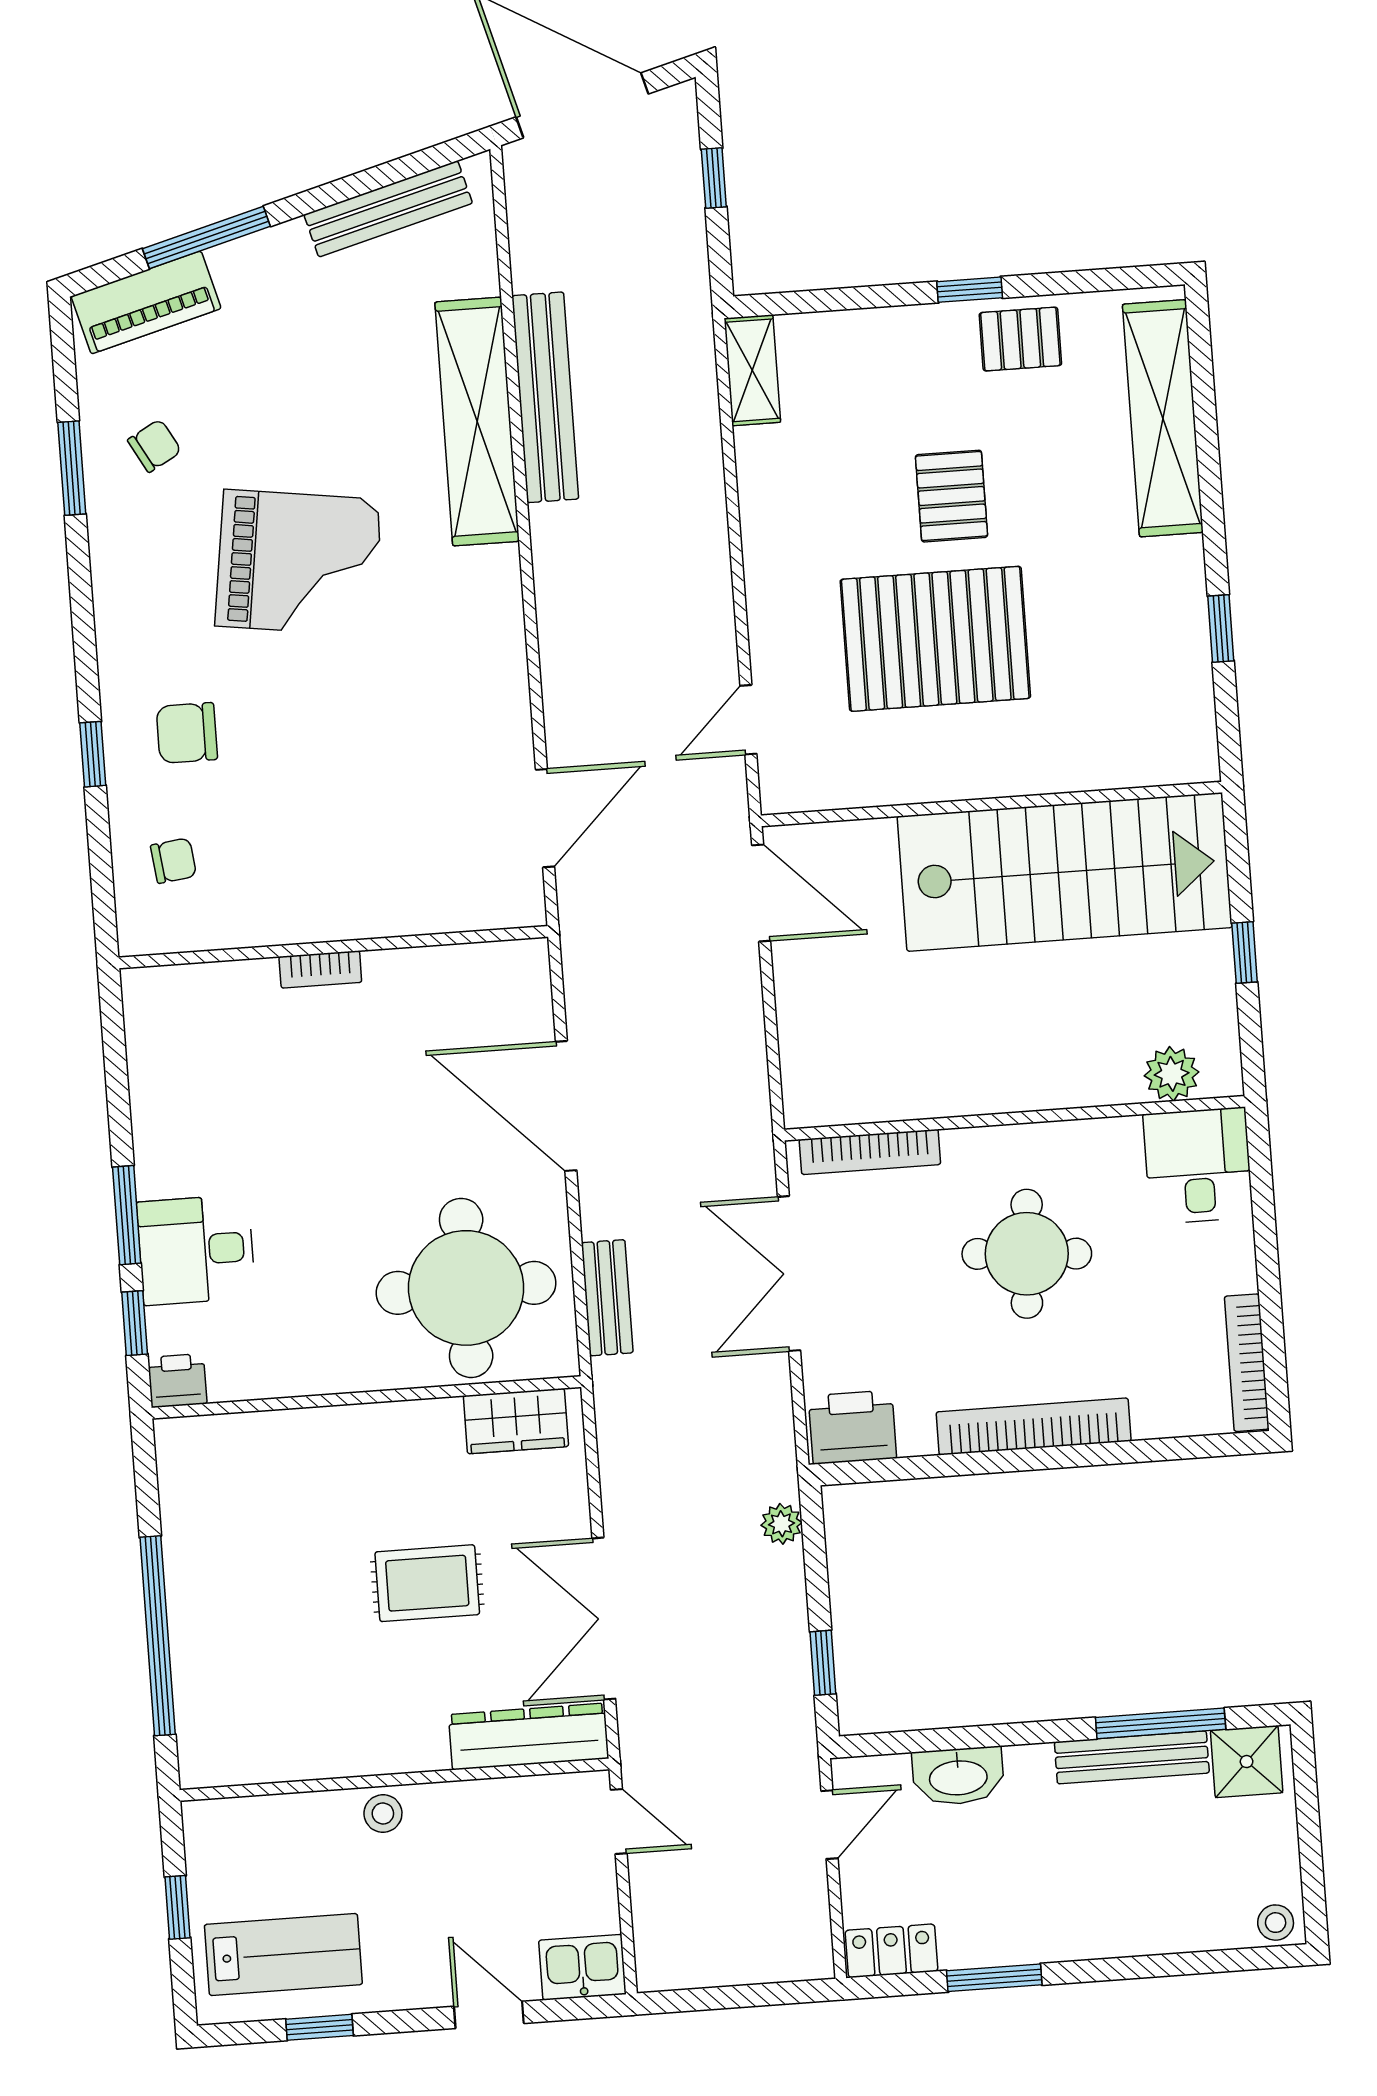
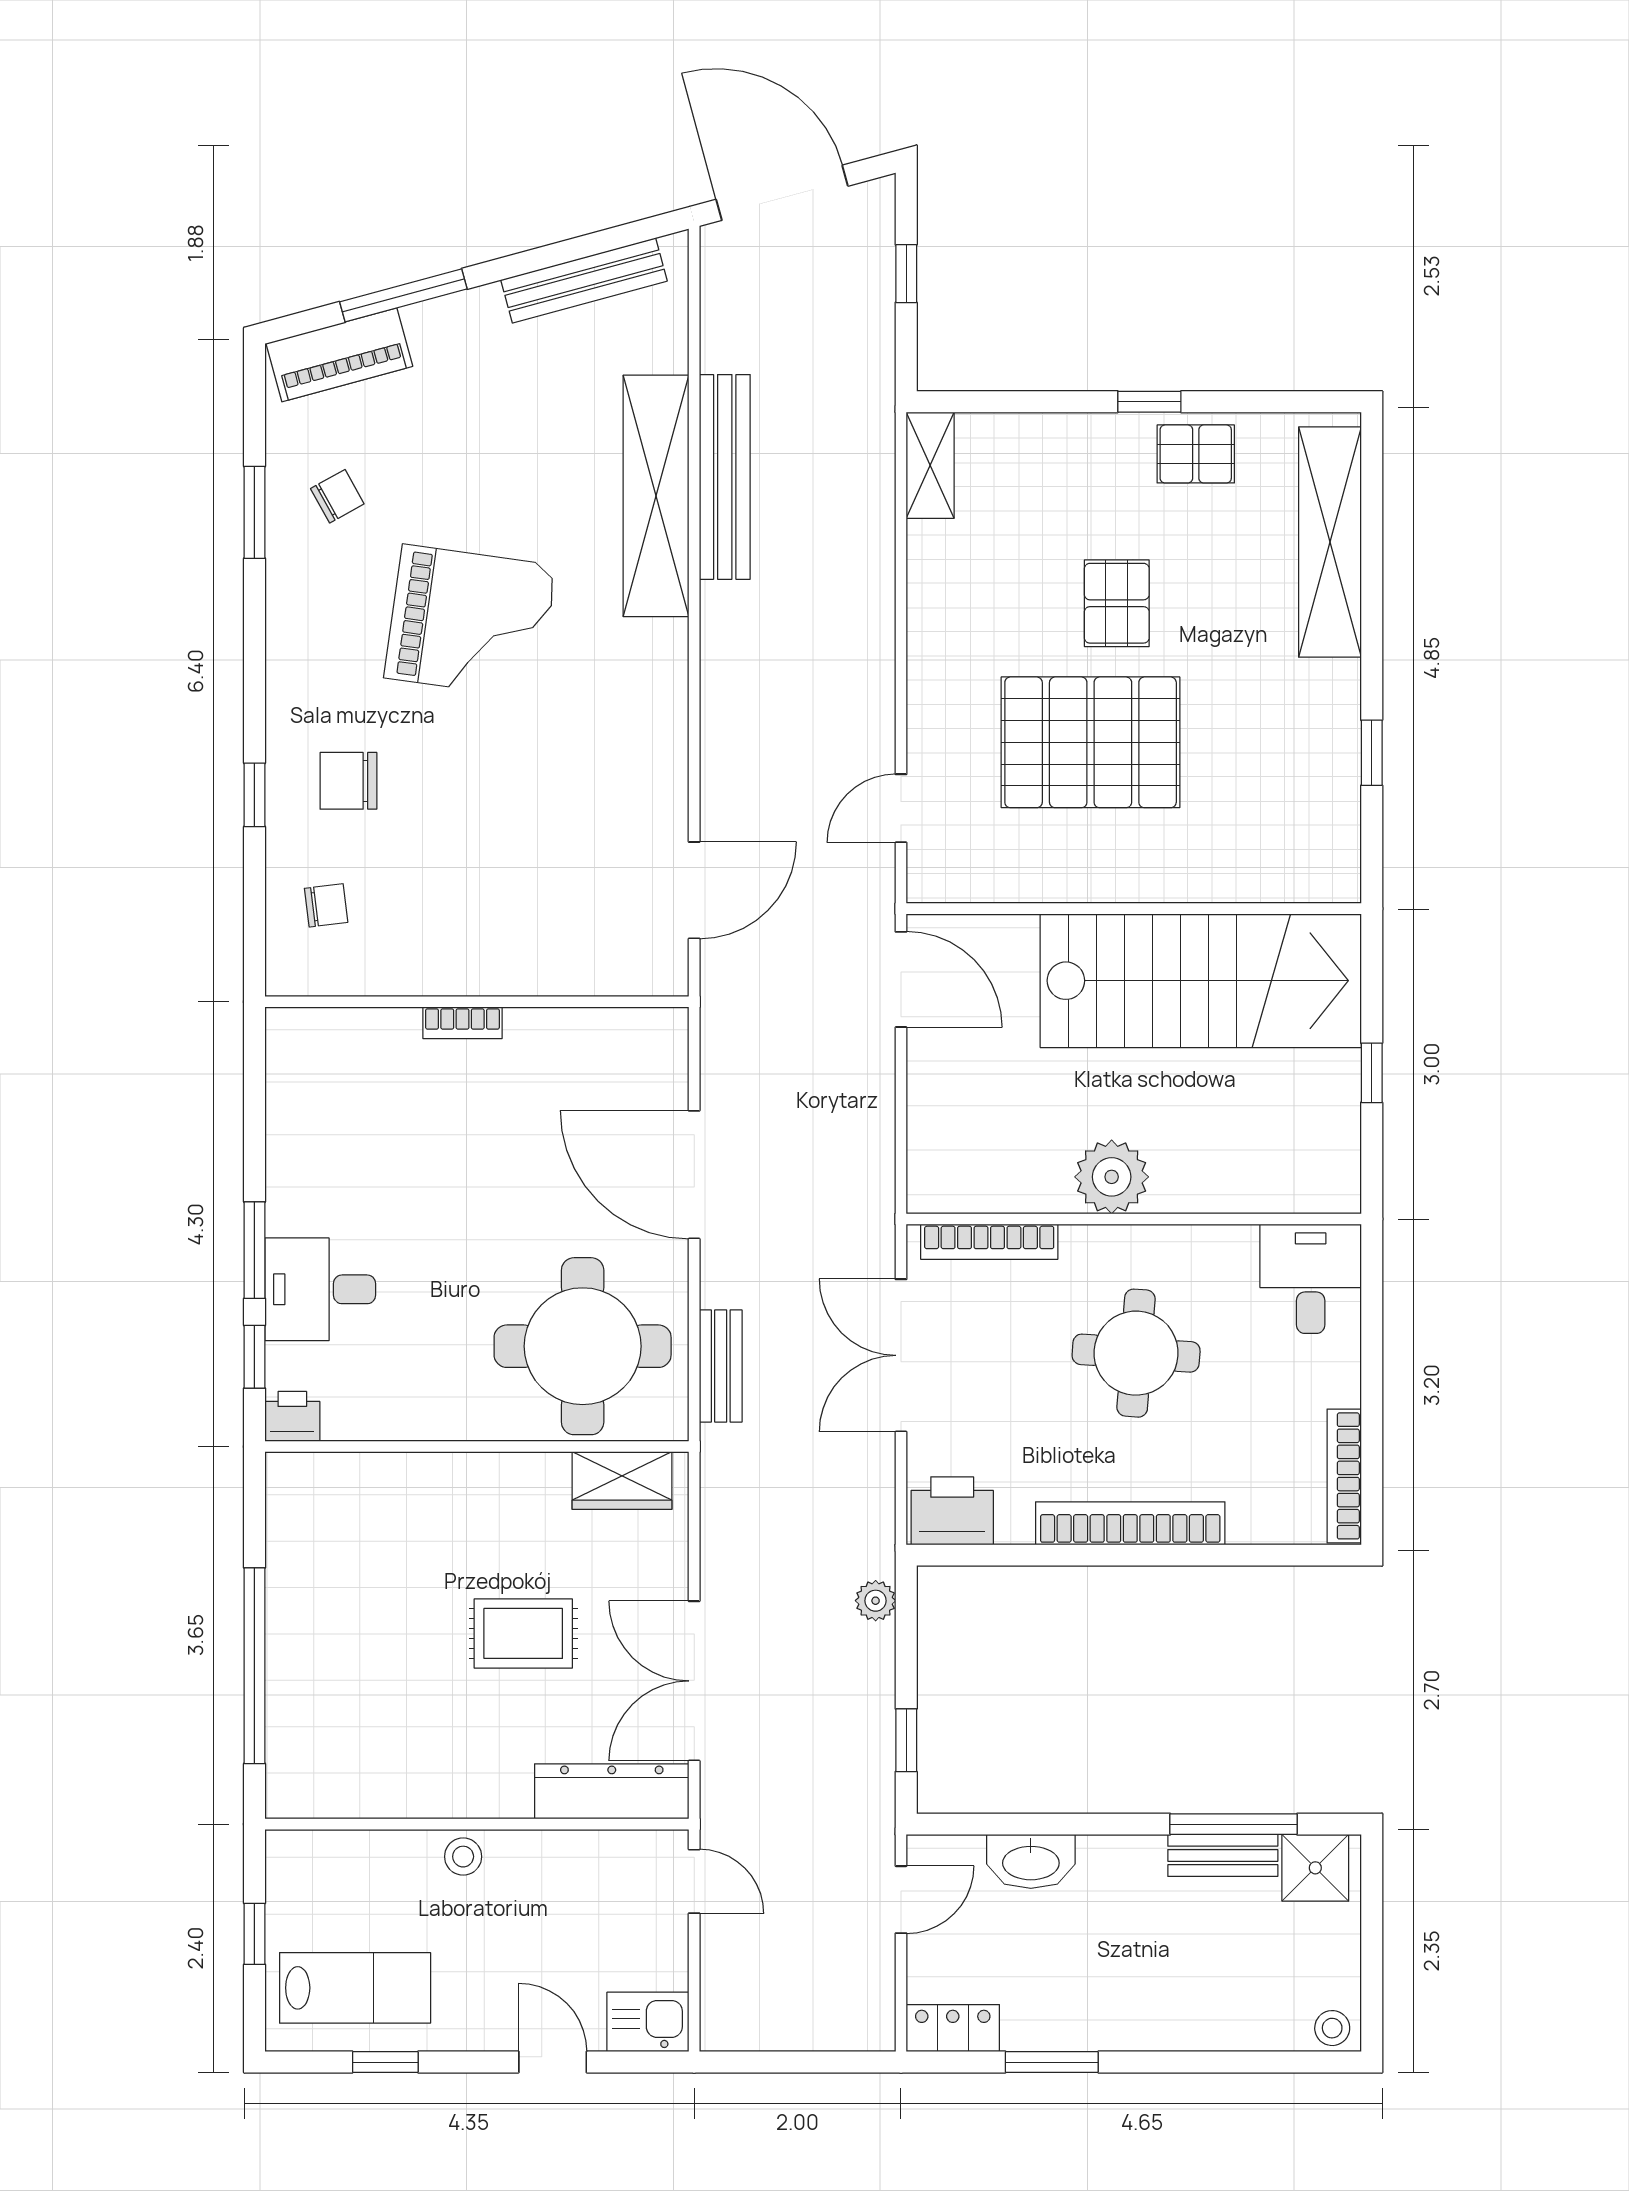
plant: (1172, 1074) -> (1112, 1177), moved, width x1.36, depth x1.36
bench: (1132, 1757) -> (1223, 1855), width x0.73

